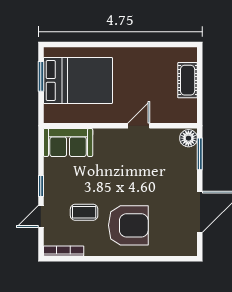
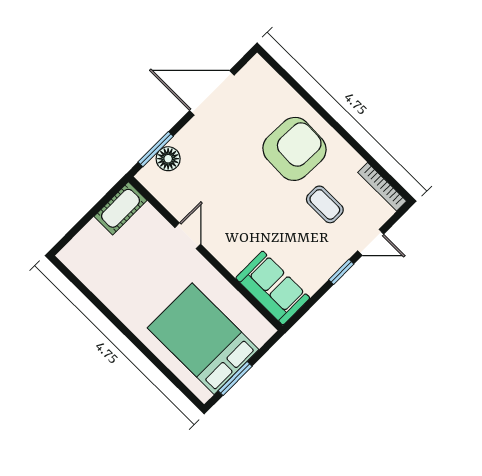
cot: (188, 80) -> (121, 208), moved
door: (139, 126) -> (188, 236), swing flipped
floor lamp: (188, 138) -> (168, 159), moved
armchair: (128, 225) -> (294, 149), turned 92

